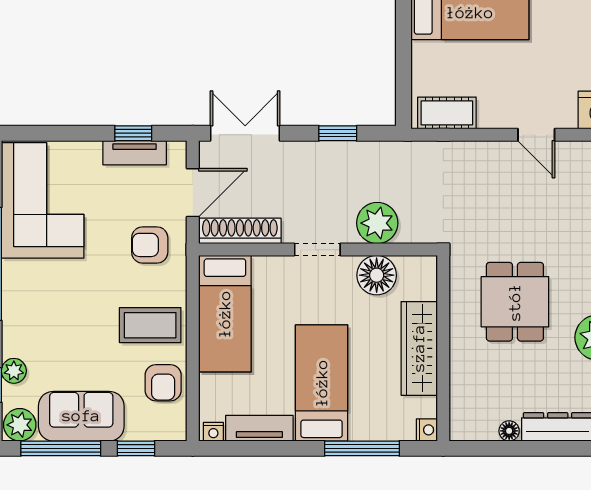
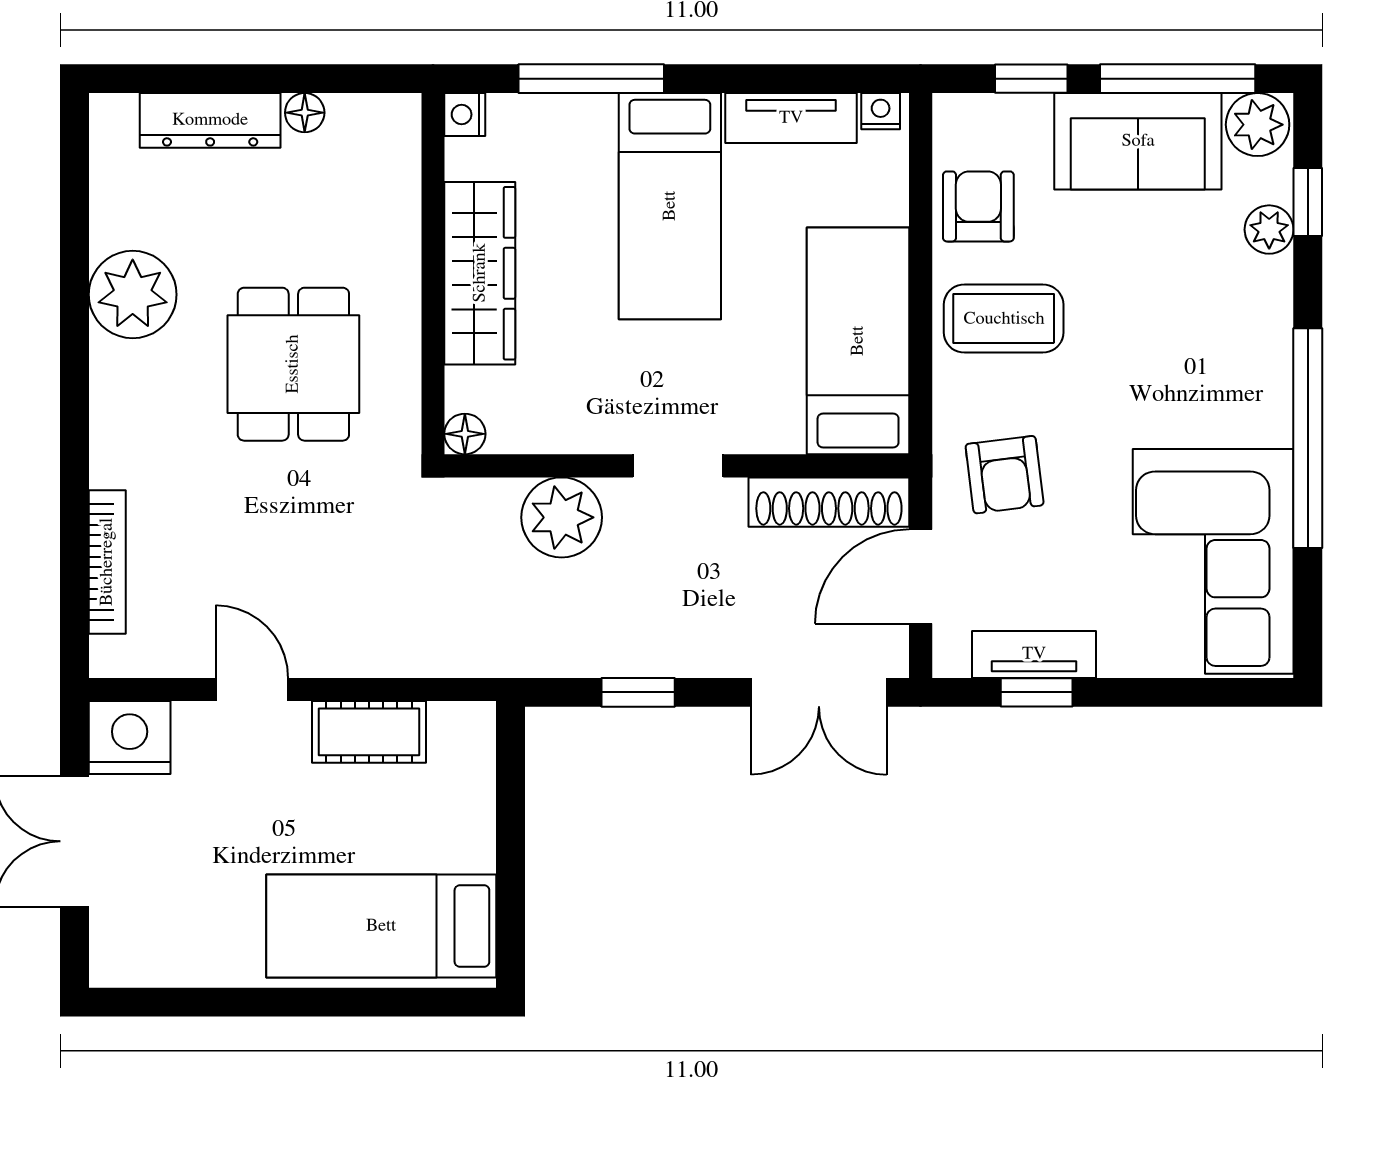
cot: (447, 113) -> (369, 732), moved
armchair: (150, 245) -> (1005, 475), turned 83
floor lamp: (377, 275) -> (465, 434), moved, width x0.53, depth x0.53

